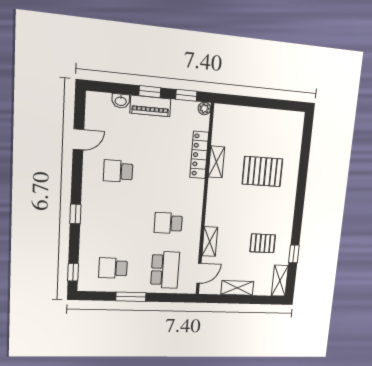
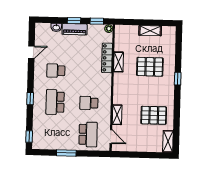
pallet: (263, 243) -> (154, 115), width x1.50, depth x1.42
window: (294, 254) -> (178, 79), moved
school desk: (113, 268) -> (55, 102), moved, width x1.85
door: (199, 273) -> (111, 137), hinge flipped
shelving: (237, 288) -> (150, 31), moved

